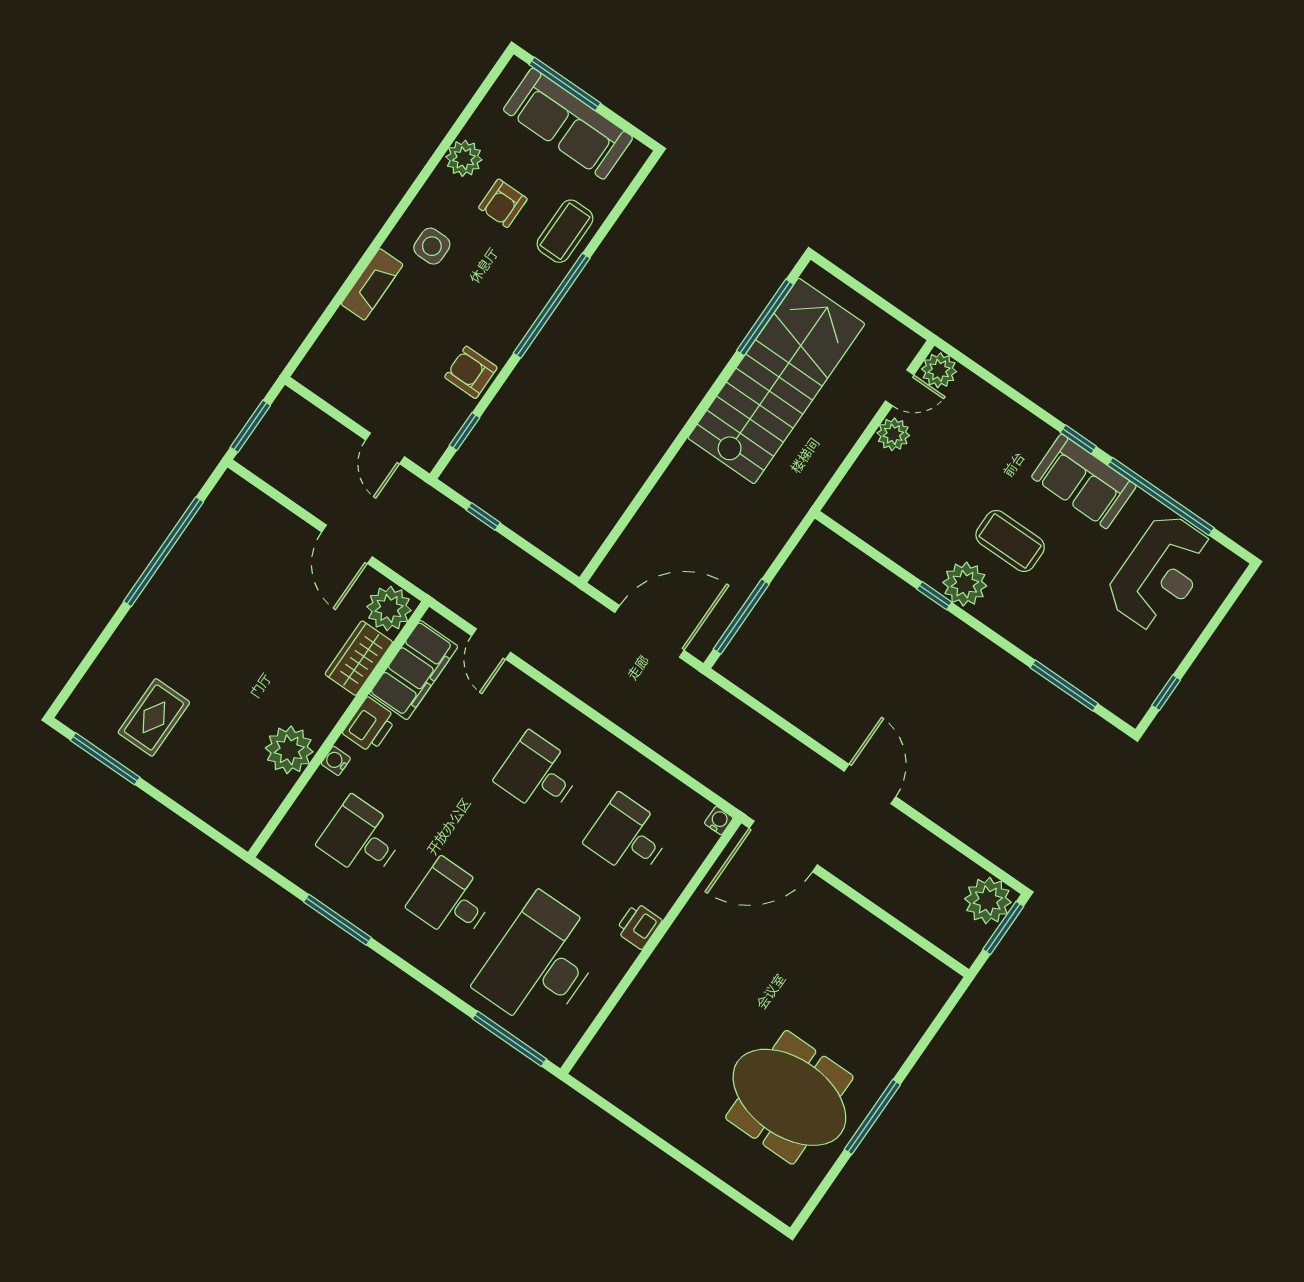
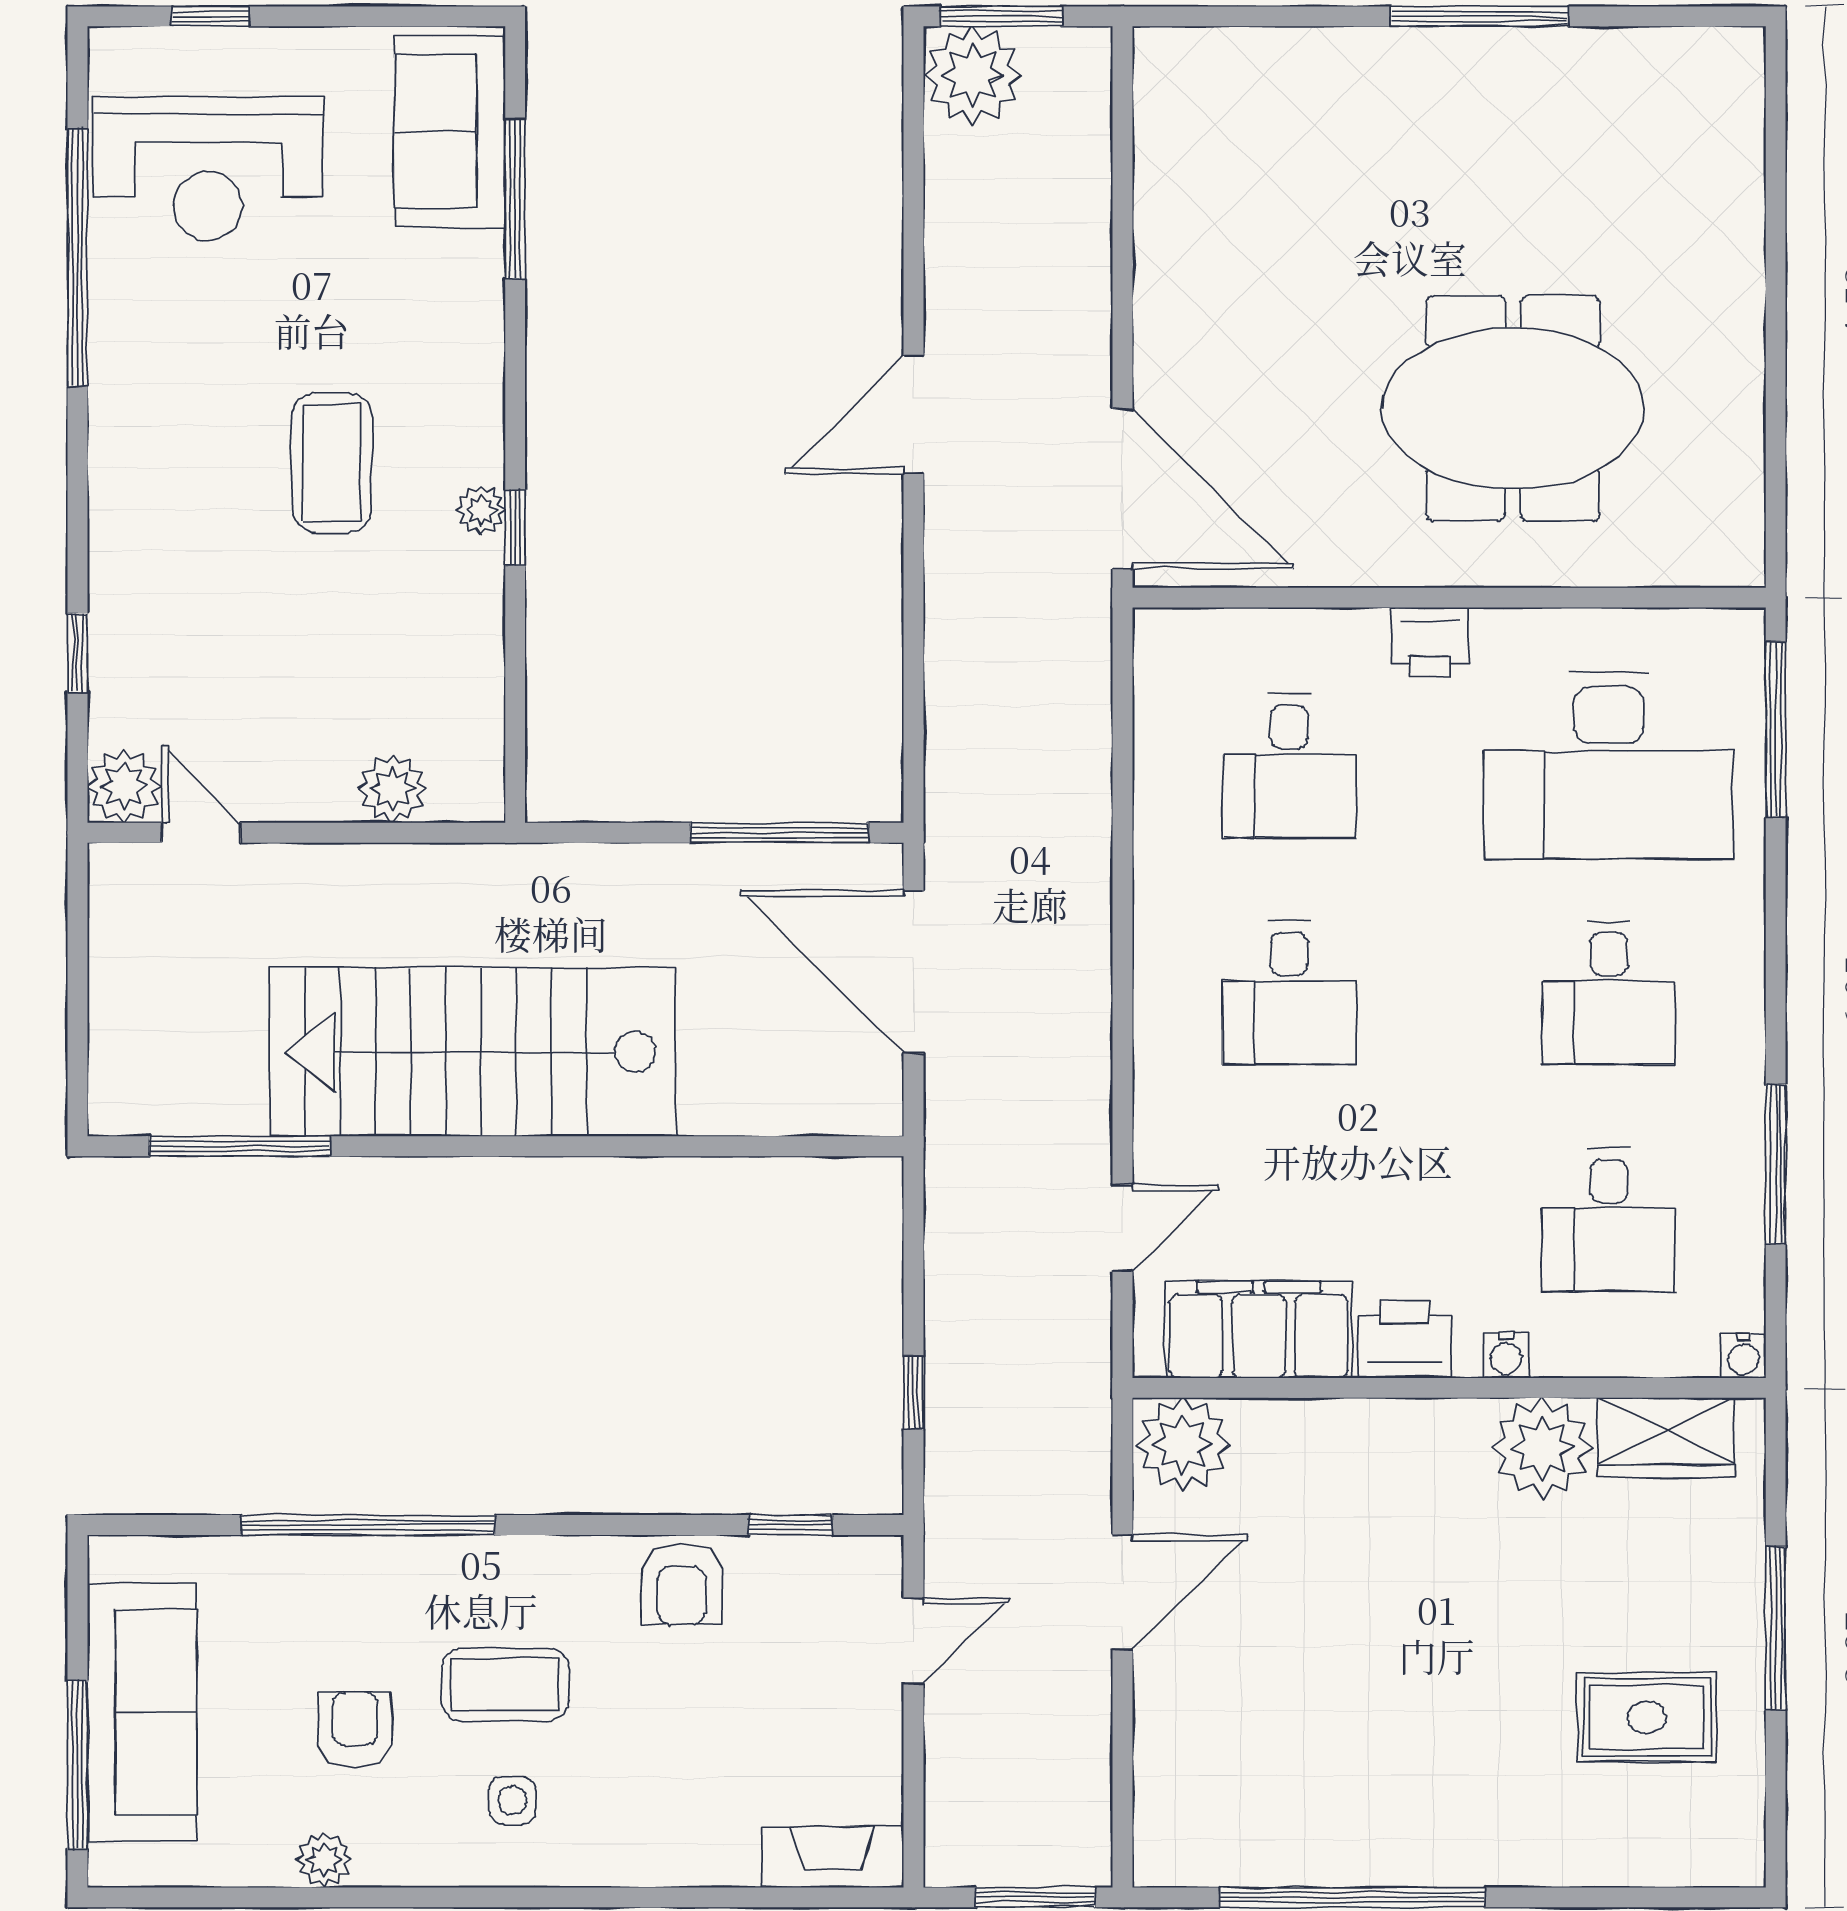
plant: (464, 158) -> (324, 1860), width x0.73, depth x0.73
armchair: (503, 203) -> (355, 1730), turned -90
coffee table: (565, 231) -> (505, 1685), moved
side table: (432, 246) -> (512, 1800), width x0.73, depth x0.73
fireplace: (372, 284) -> (833, 1857), moved
window: (552, 306) -> (368, 1525), moved
stairs: (776, 381) -> (473, 1052), moved
plant: (893, 434) -> (392, 789), moved
window: (1078, 439) -> (77, 653), moved
sofa: (1084, 481) -> (450, 131), moved, turned 180
reception desk: (1160, 572) -> (208, 168), turned 180
plant: (965, 584) -> (481, 510), width x0.53, depth x0.53
wardrobe: (359, 658) -> (1666, 1437), moved
window: (1166, 693) -> (211, 16), moved
window: (105, 759) -> (1776, 1628), moved
water cooler: (719, 821) -> (1743, 1356), moved, turned -90
meeting table: (789, 1097) -> (1513, 408), moved, turned 90

